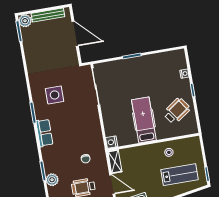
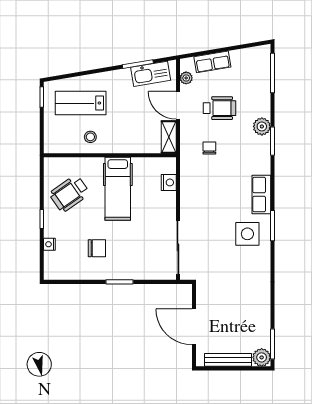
chair: (151, 76) -> (97, 248), added
side table: (55, 95) -> (247, 234), moved
nightstand: (112, 142) -> (169, 182), moved

